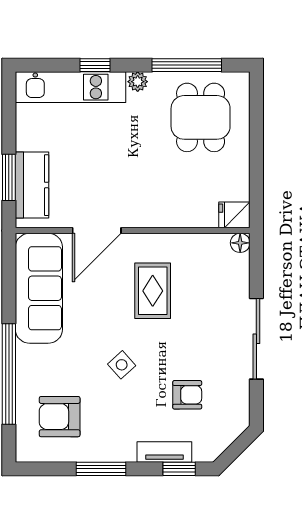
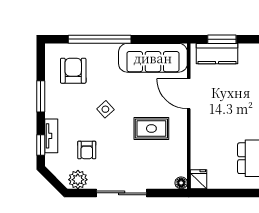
plant: (235, 409) -> (78, 180), added

